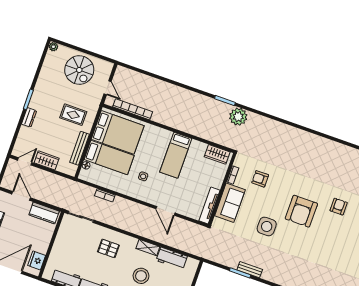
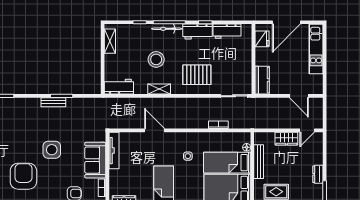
kitchen counter: (44, 213) -> (262, 80), moved, turned 90
pallet: (108, 248) -> (197, 75), width x1.50, depth x1.42
workbench: (172, 258) -> (119, 87), moved

